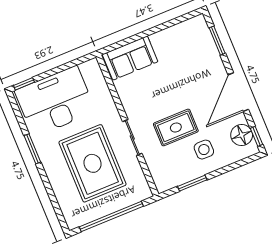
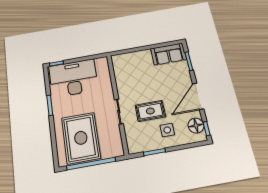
sofa: (130, 58) -> (168, 54), moved
rug: (93, 163) -> (81, 138), moved

